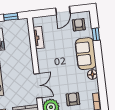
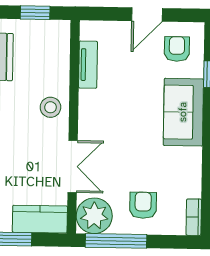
stool: (24, 60) -> (50, 107), added
floor lamp: (92, 74) -> (192, 158), removed

